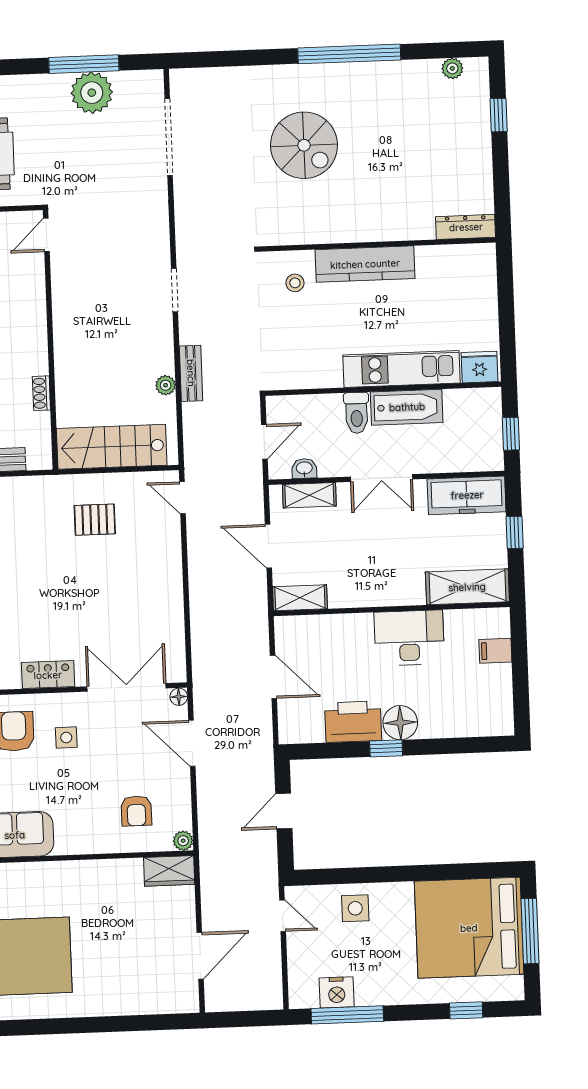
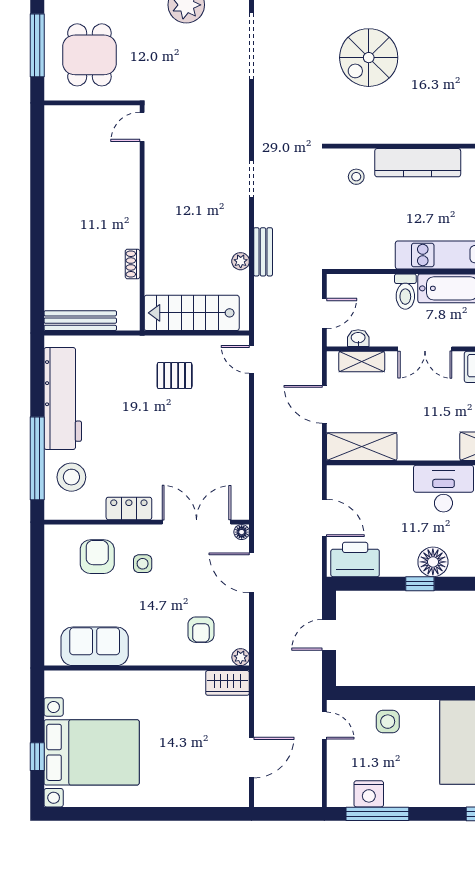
spiral stairs: (304, 145) -> (369, 58), turned 90
shelving: (300, 598) -> (362, 447), width x1.50, depth x1.33
printer: (353, 722) -> (355, 560), moved

